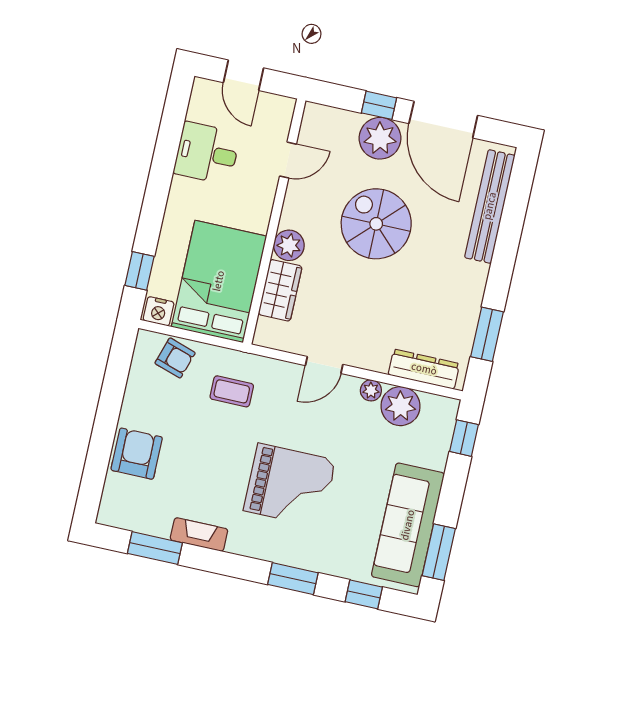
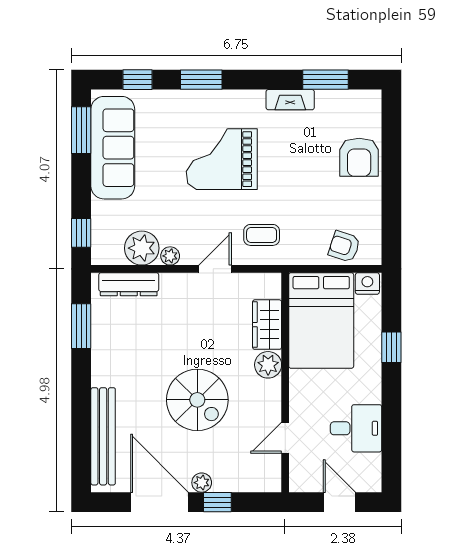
plant: (380, 138) -> (202, 483), width x0.53, depth x0.53
window: (139, 271) -> (391, 347), moved
coffee table: (232, 391) -> (262, 235), moved

